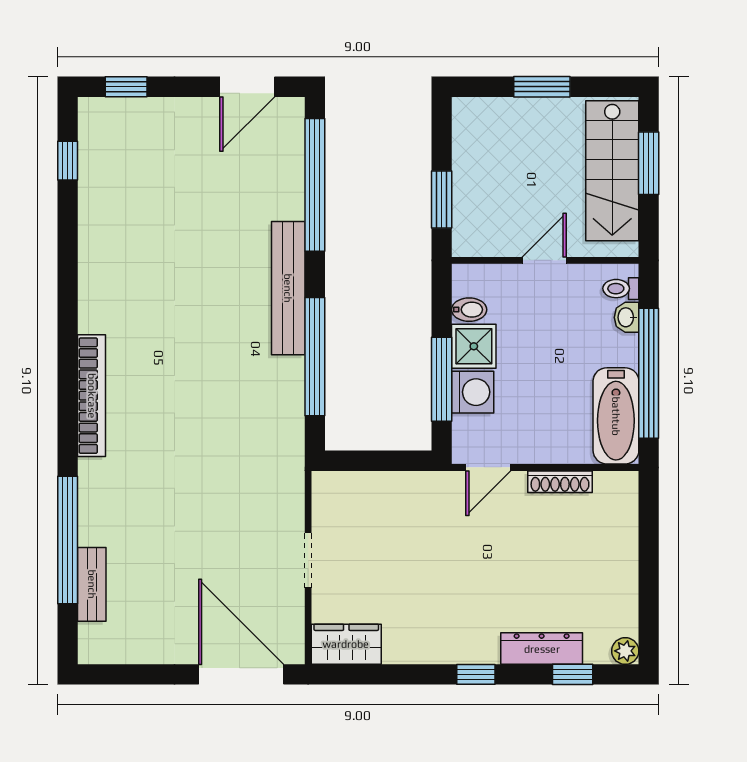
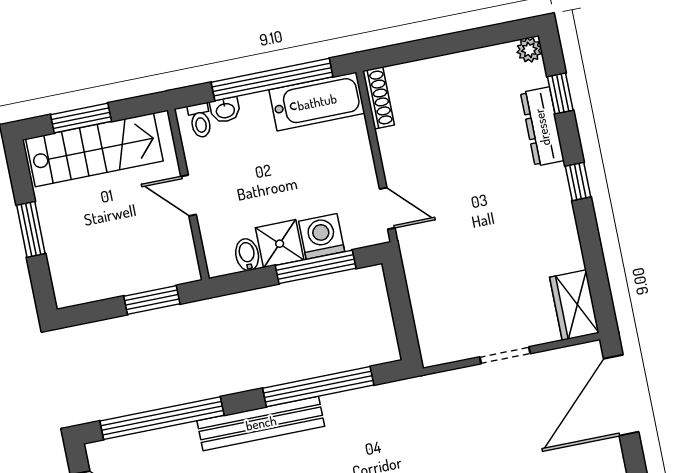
shoe rack: (560, 482) -> (379, 98), moved

